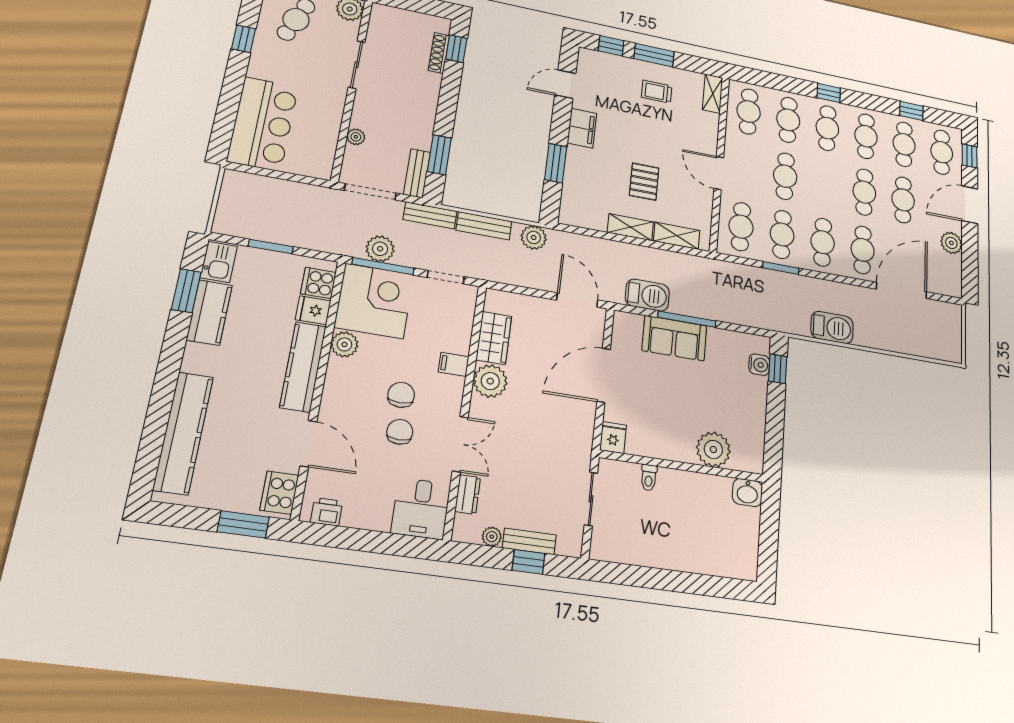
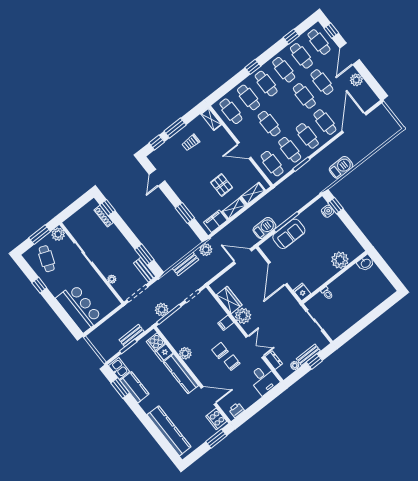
filing cabinet: (582, 128) -> (215, 221), moved, turned -90
bench: (430, 215) -> (132, 336), moved
corner desk: (374, 301) -> (179, 329), removed

